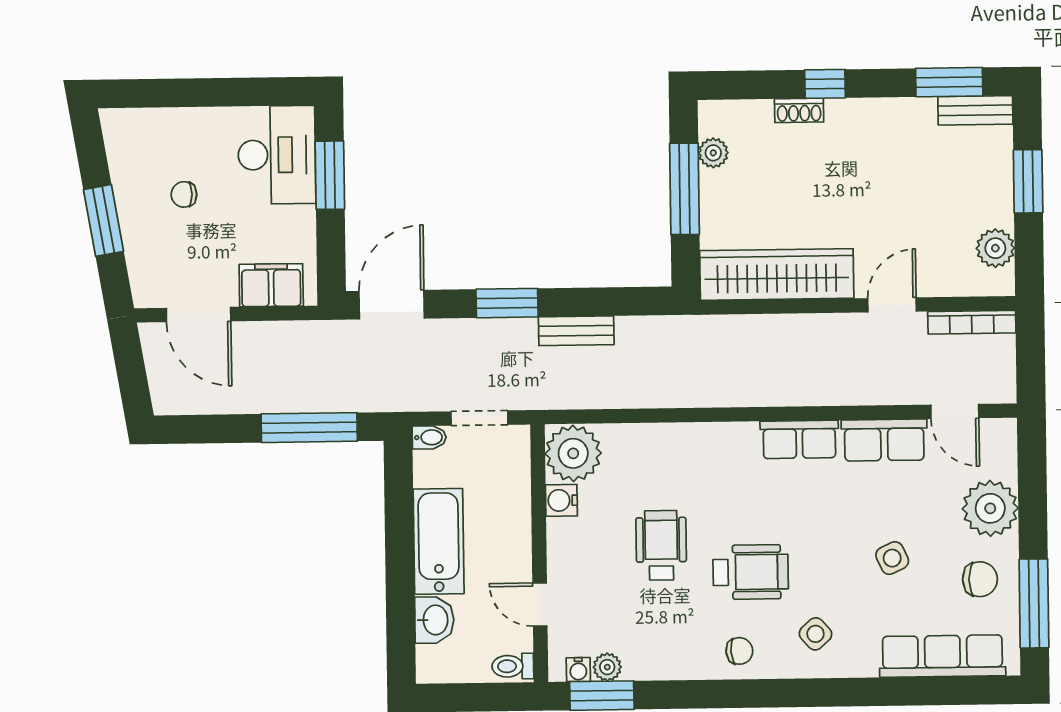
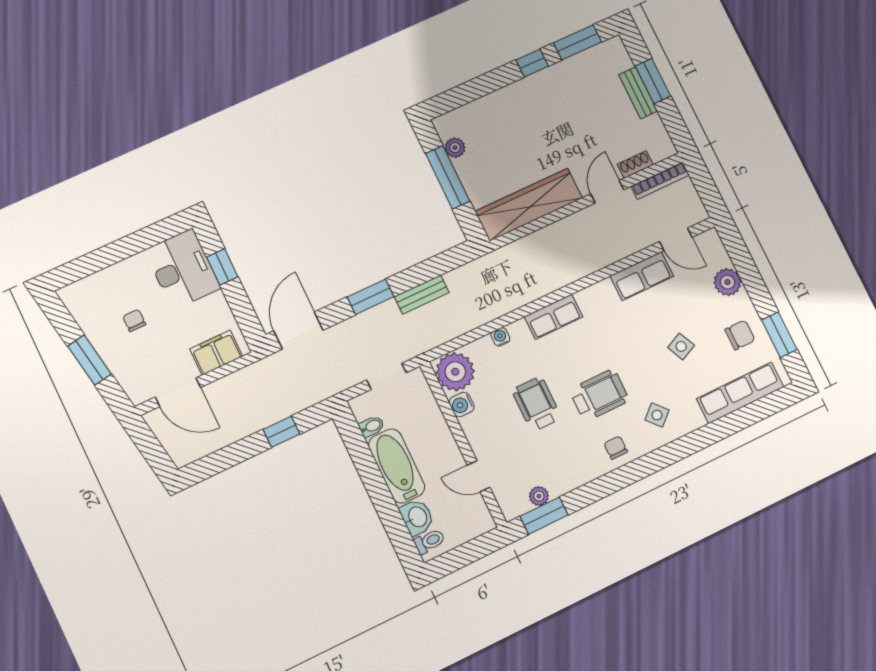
window: (825, 84) -> (532, 63), moved
shoe rack: (799, 110) -> (635, 165), moved, turned 180
bench: (975, 110) -> (638, 93), moved, turned 90
window: (330, 175) -> (222, 267), width x0.67
chair: (184, 194) -> (134, 320), turned 90
plant: (995, 248) -> (653, 130), removed
window: (309, 428) -> (281, 432), width x0.46
bidet: (429, 437) -> (372, 426), moved
row of seats: (799, 439) -> (554, 317), moved
plant: (990, 508) -> (727, 282), width x0.73, depth x0.73
window: (1034, 603) -> (779, 335), width x0.69
chair: (739, 651) -> (616, 448), turned -86
toilet: (513, 666) -> (429, 541), moved, turned 180
water cooler: (578, 670) -> (500, 337), moved, turned 180

